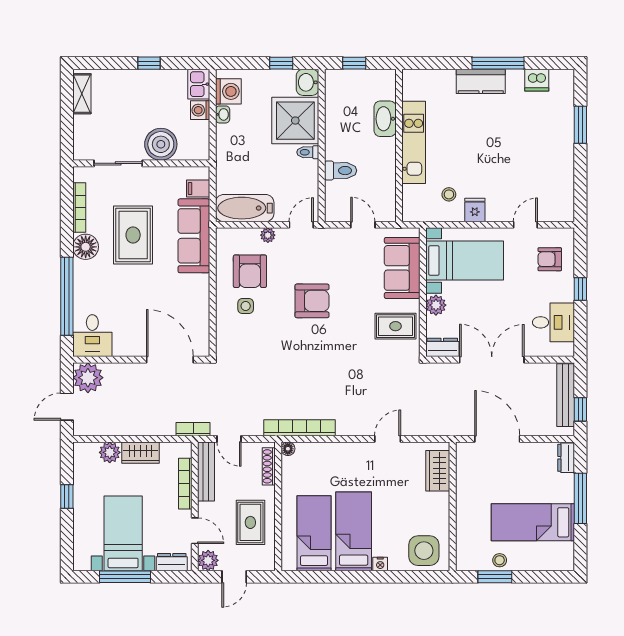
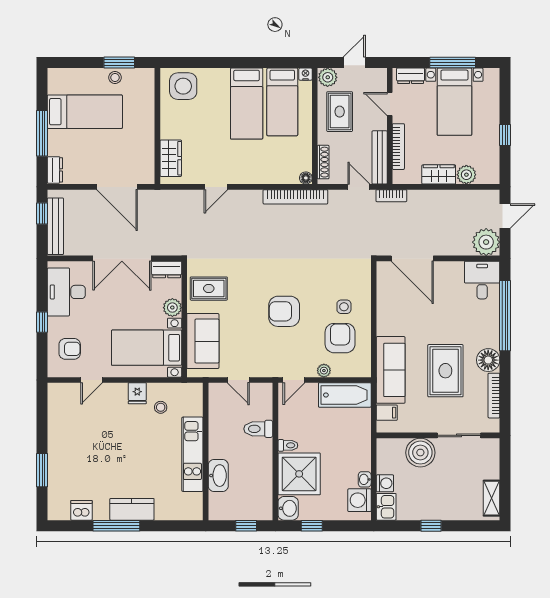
desk: (554, 322) -> (66, 292), width x1.37
plant: (208, 560) -> (328, 77), moved
nightstand: (380, 564) -> (305, 74), moved

